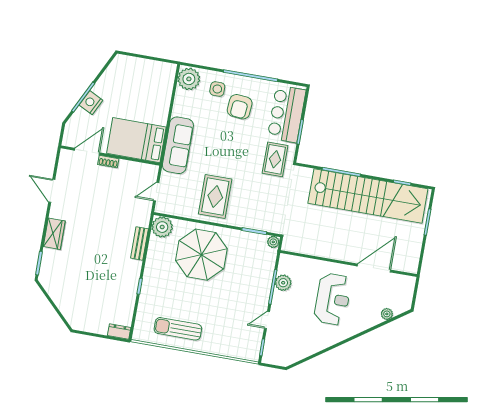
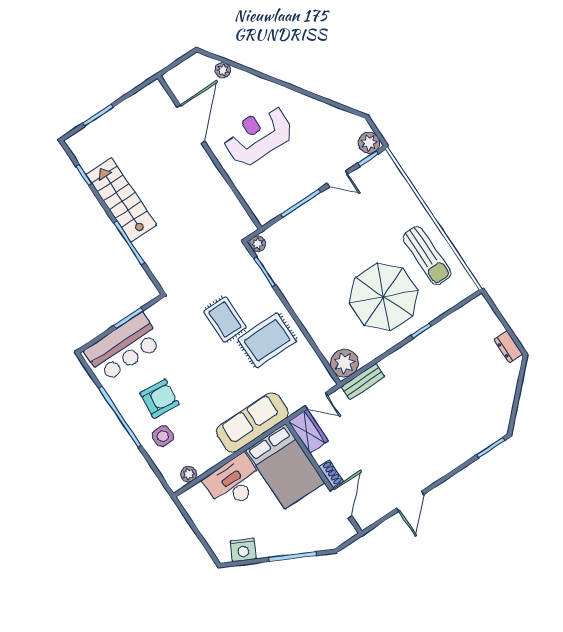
plant: (189, 79) -> (189, 474), width x0.53, depth x0.53
nightstand: (91, 103) -> (243, 550), moved
desk: (155, 104) -> (234, 482), added
door: (87, 151) -> (341, 503), swing flipped
rug: (275, 159) -> (225, 319), moved, turned 90
stairs: (368, 196) -> (121, 200), width x0.54, depth x0.66
wardrobe: (54, 234) -> (308, 431), moved, turned 90
bench: (139, 243) -> (363, 382), moved
parasol: (201, 255) -> (384, 297), moved
door: (374, 268) -> (191, 124), swing flipped
plant: (283, 283) -> (369, 143), moved
dresser: (119, 332) -> (508, 347), moved

